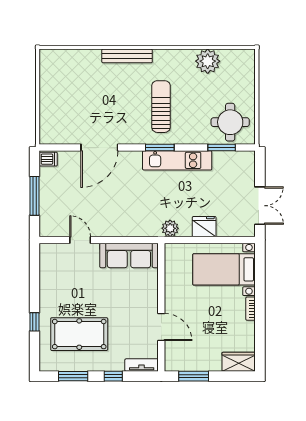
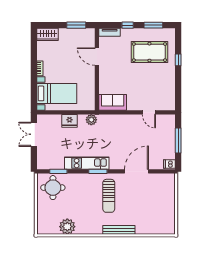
sun lounger: (161, 107) -> (109, 196), moved
sofa: (129, 255) -> (113, 102), width x0.73

